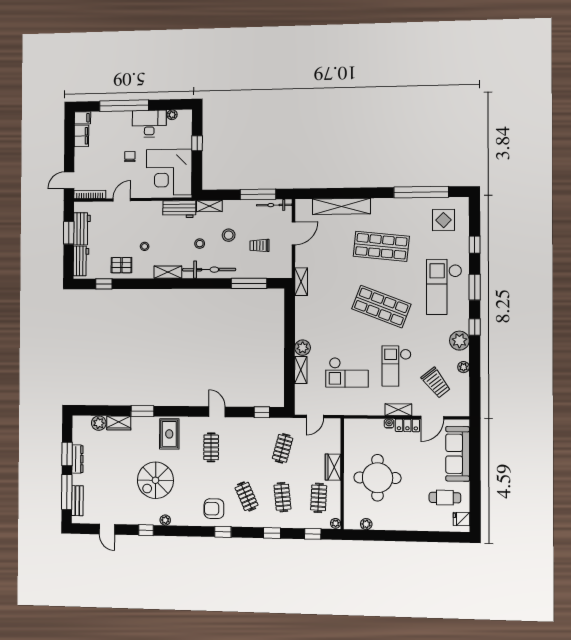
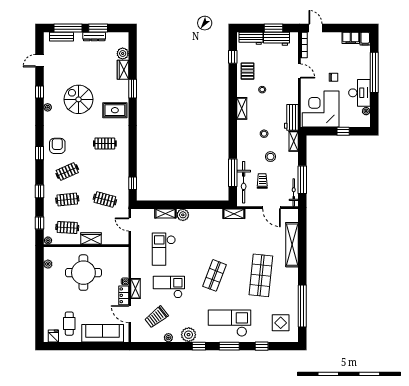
bicycle: (209, 270) -> (244, 182), moved
shop shelf: (381, 307) -> (215, 275), width x0.70, depth x0.74
door: (217, 412) -> (133, 148), removed

